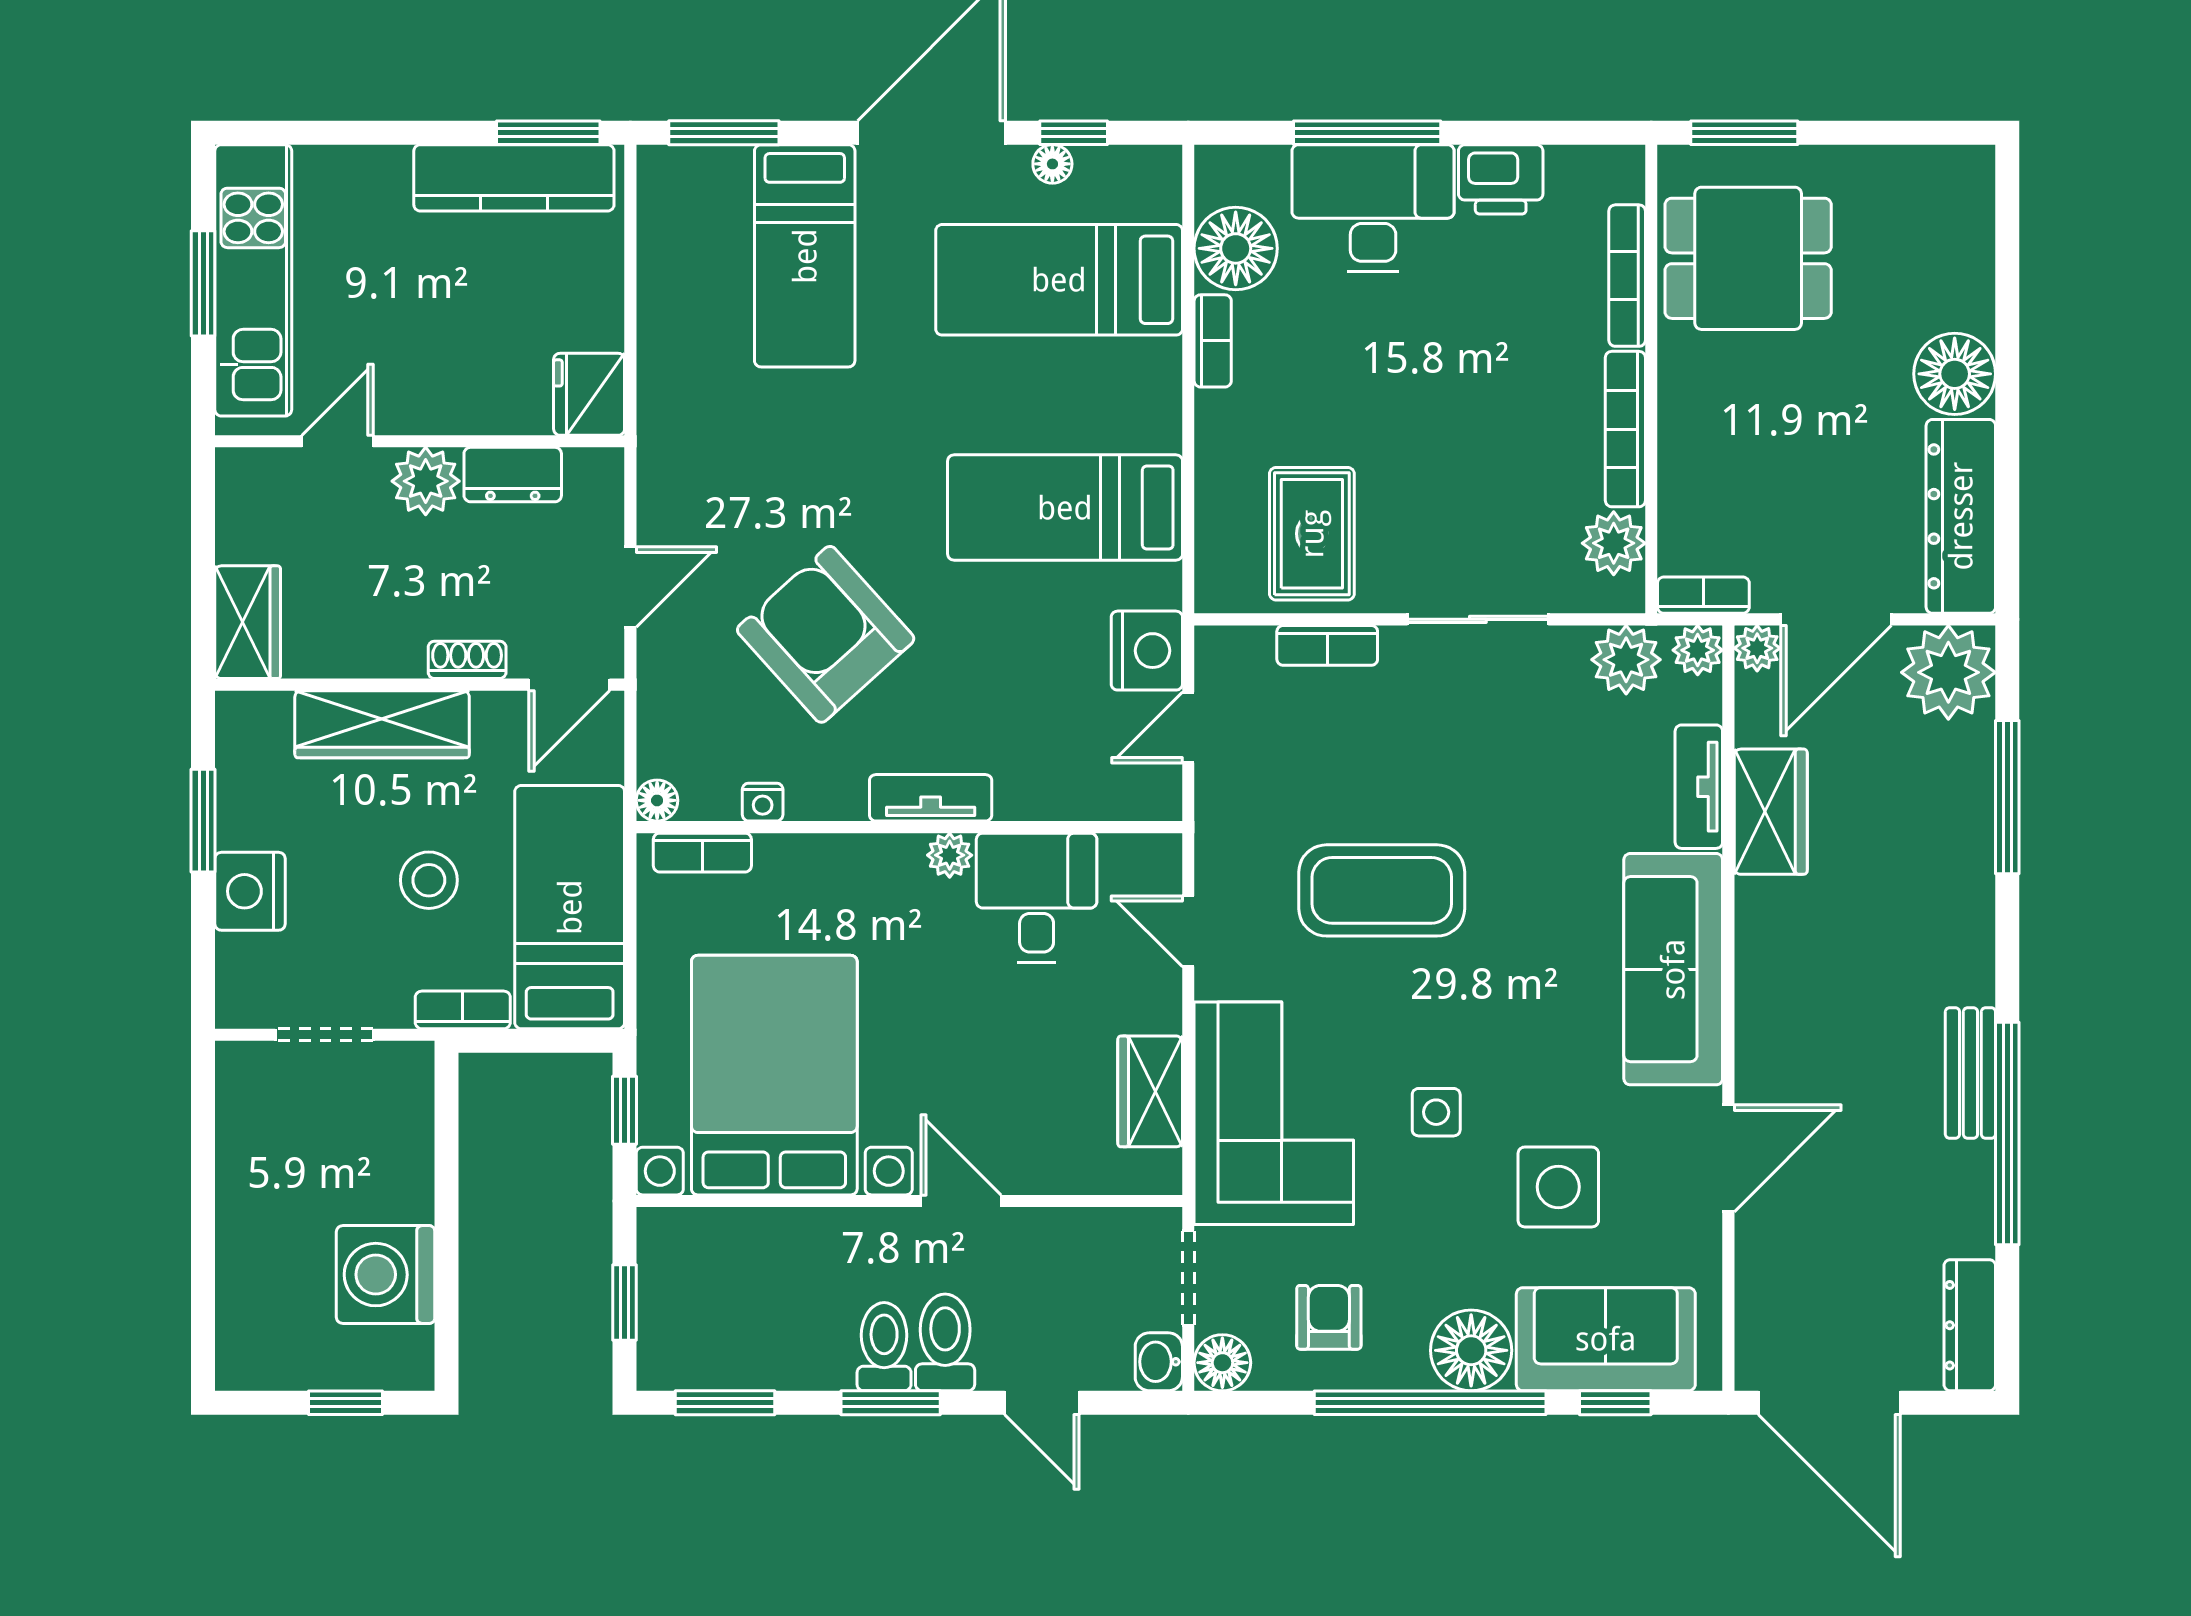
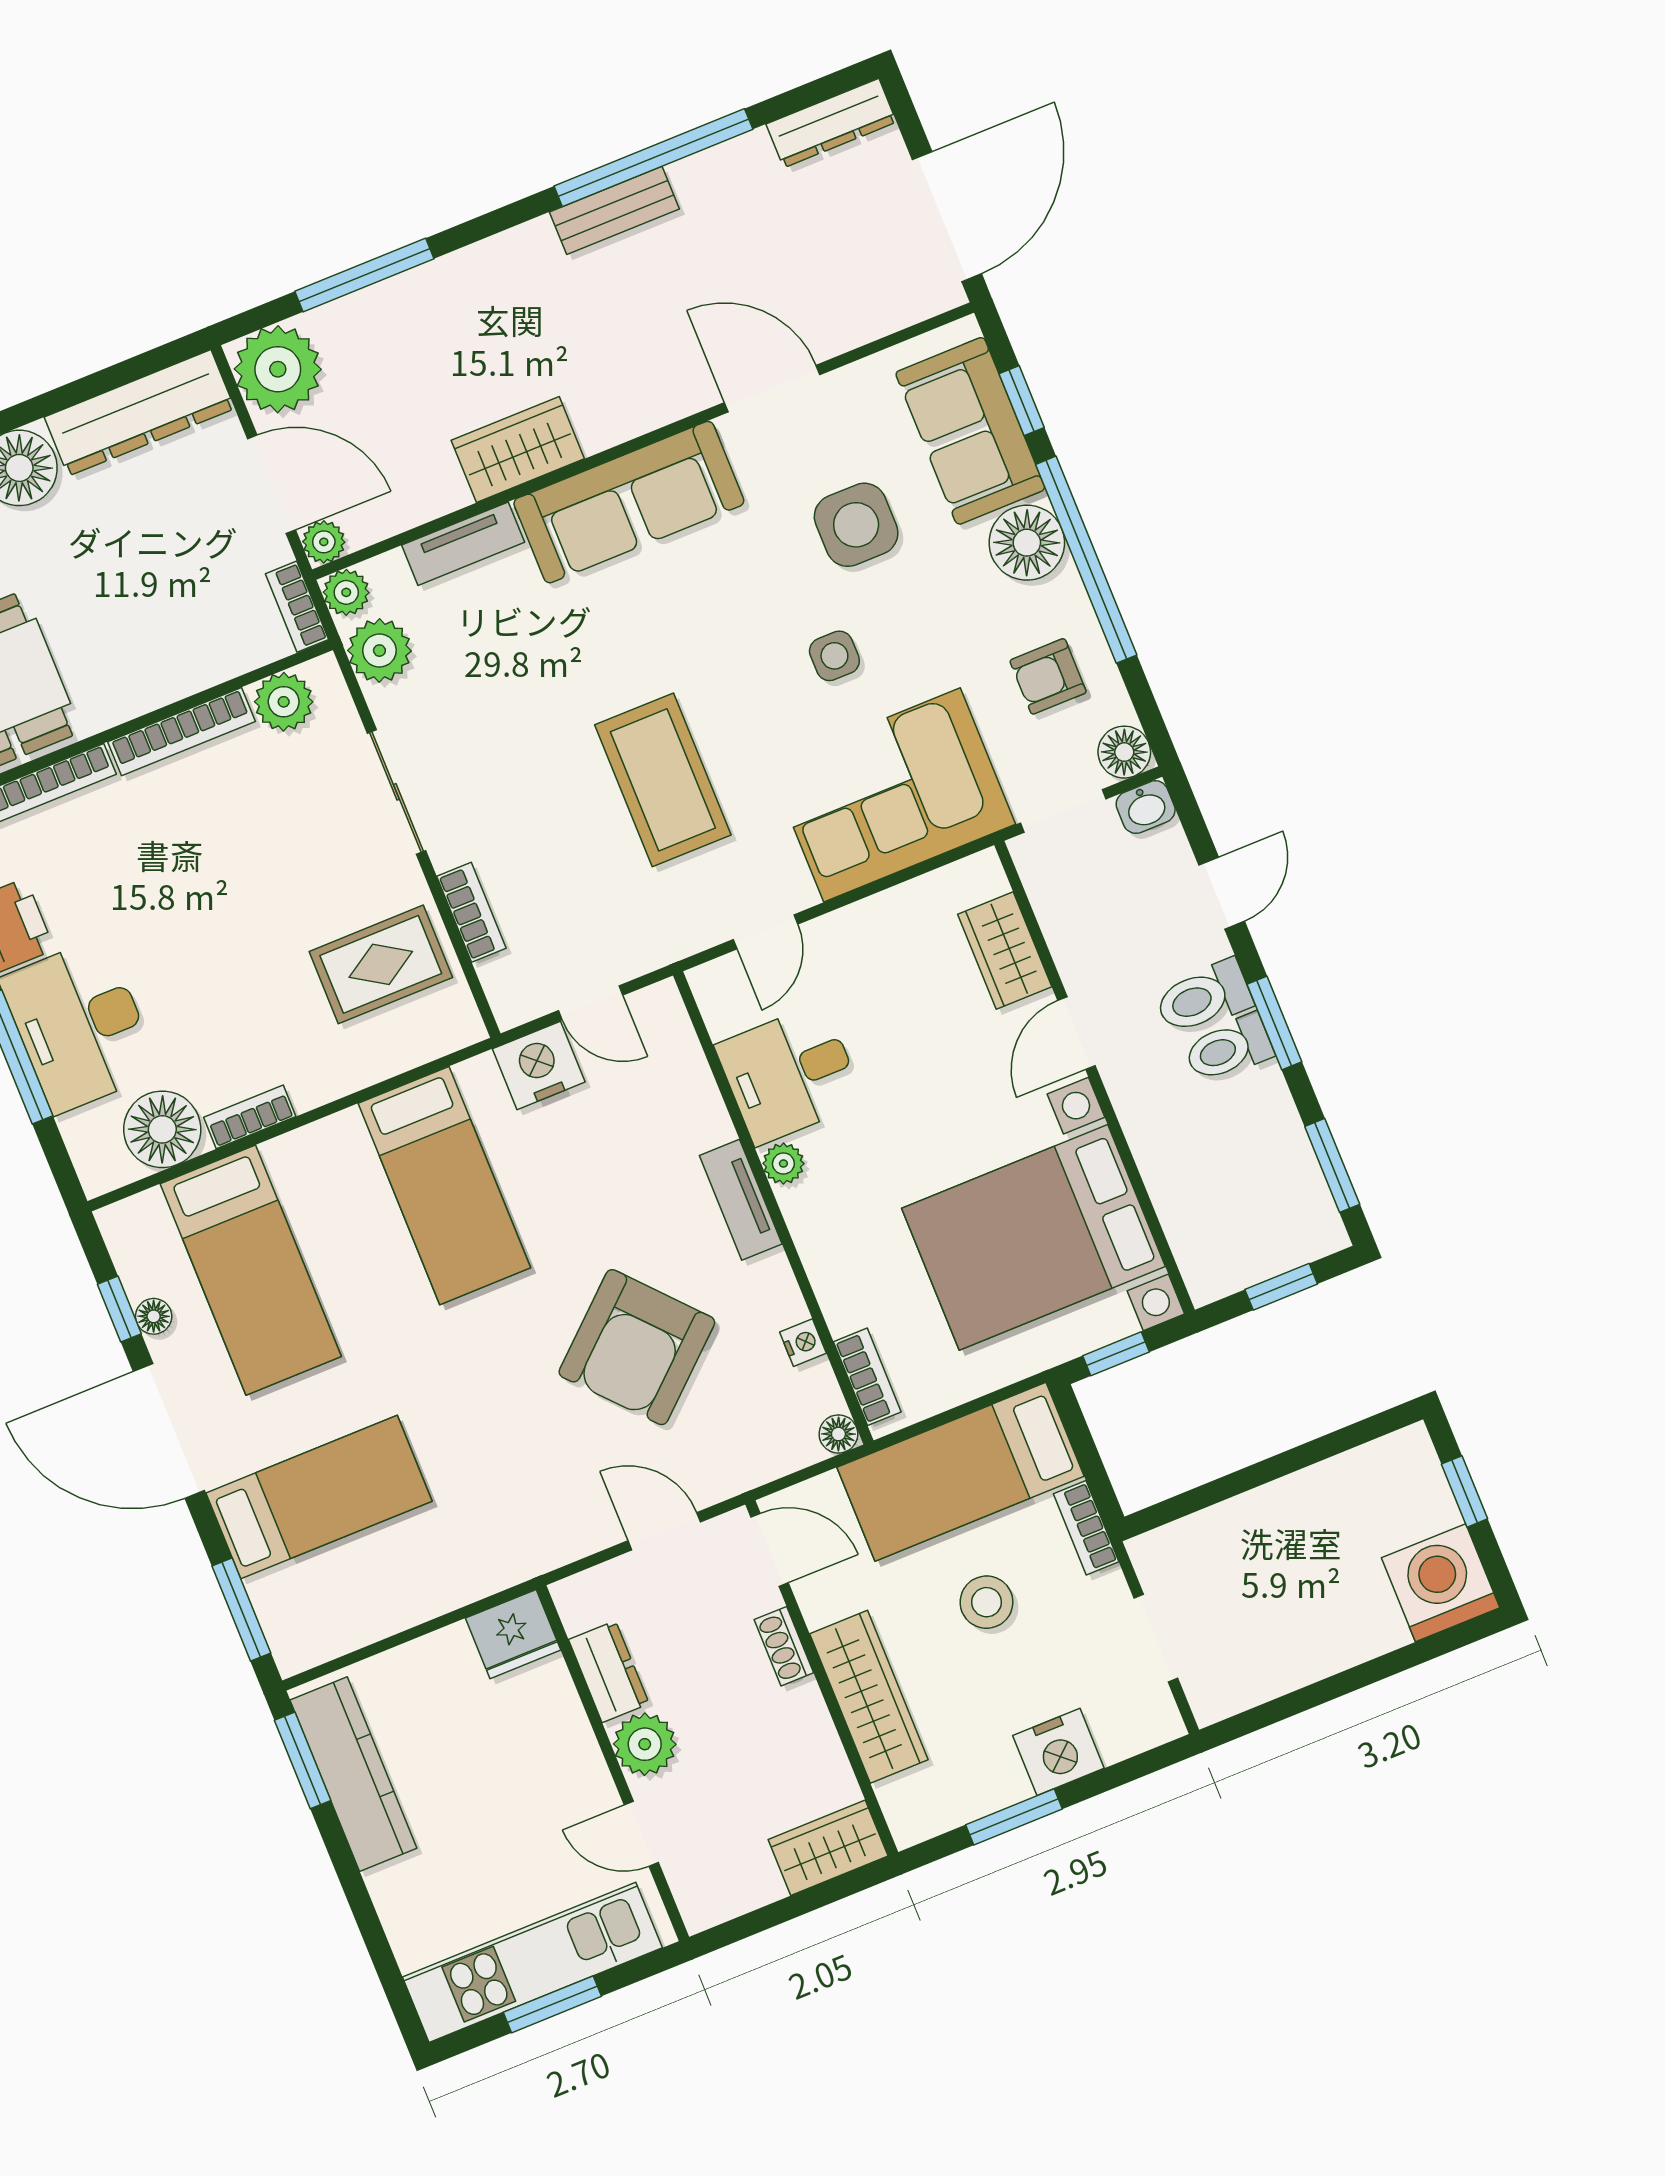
wardrobe: (1771, 812) -> (518, 450), moved
wardrobe: (1150, 1091) -> (1005, 950), moved, turned 90
washing machine: (386, 1275) -> (1441, 1583), moved, turned 180

